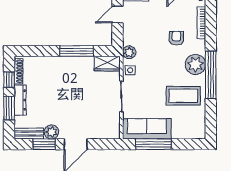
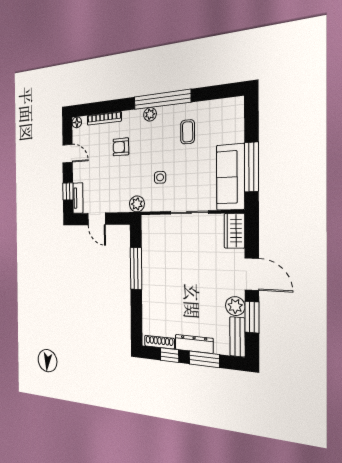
wardrobe: (107, 64) -> (234, 231), moved, turned 180
plant: (195, 64) -> (150, 114), width x0.53, depth x0.53
side table: (130, 70) -> (160, 177), moved
coffee table: (183, 96) -> (188, 132), width x0.54, depth x0.58

